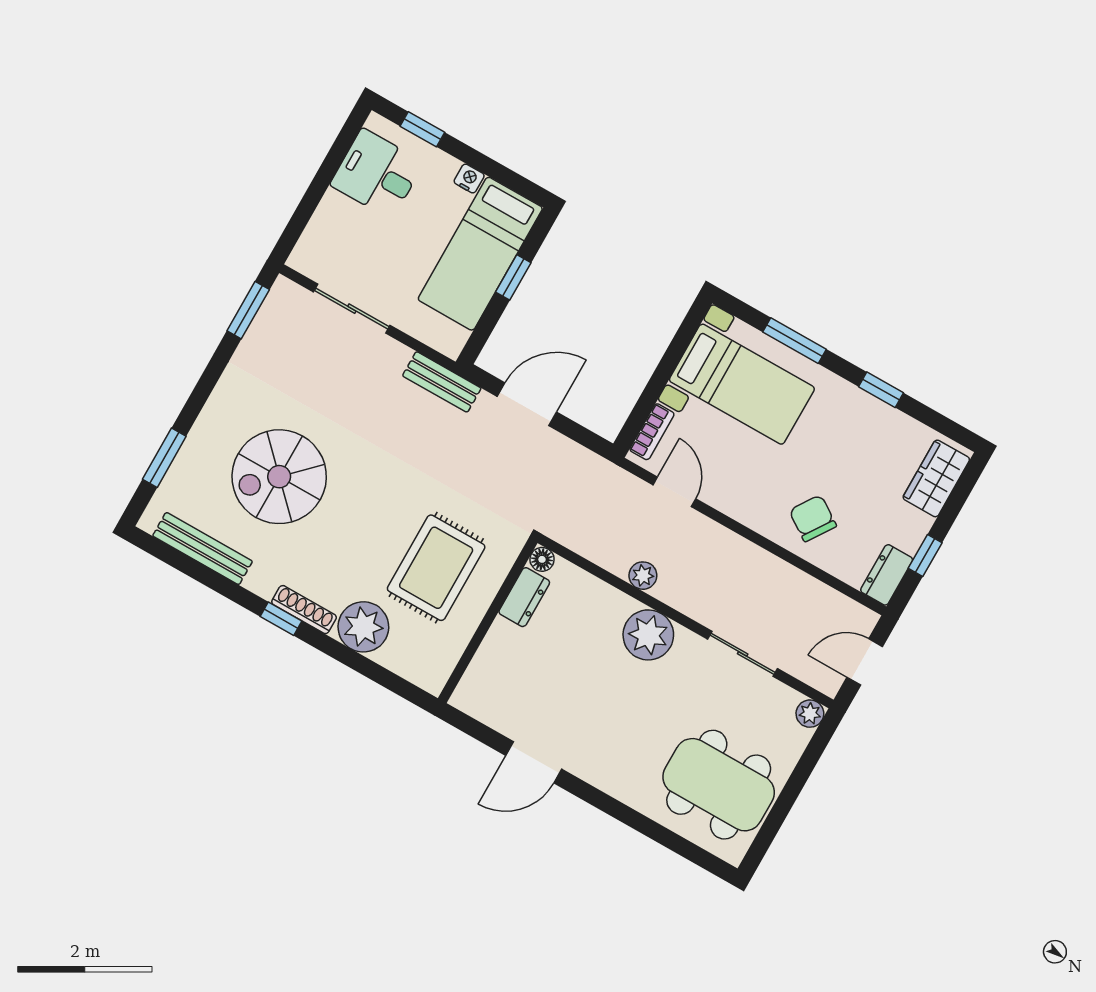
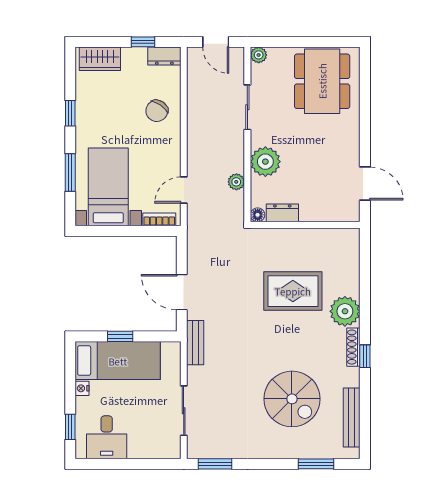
floor lamp: (542, 559) -> (258, 215), moved
dresser: (524, 597) -> (282, 213), moved
wall: (488, 621) -> (305, 225), moved

